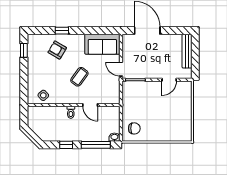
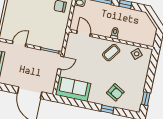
door: (121, 69) -> (61, 63), hinge flipped
coffee table: (79, 77) -> (111, 53), moved
door: (90, 105) -> (84, 34), moved

